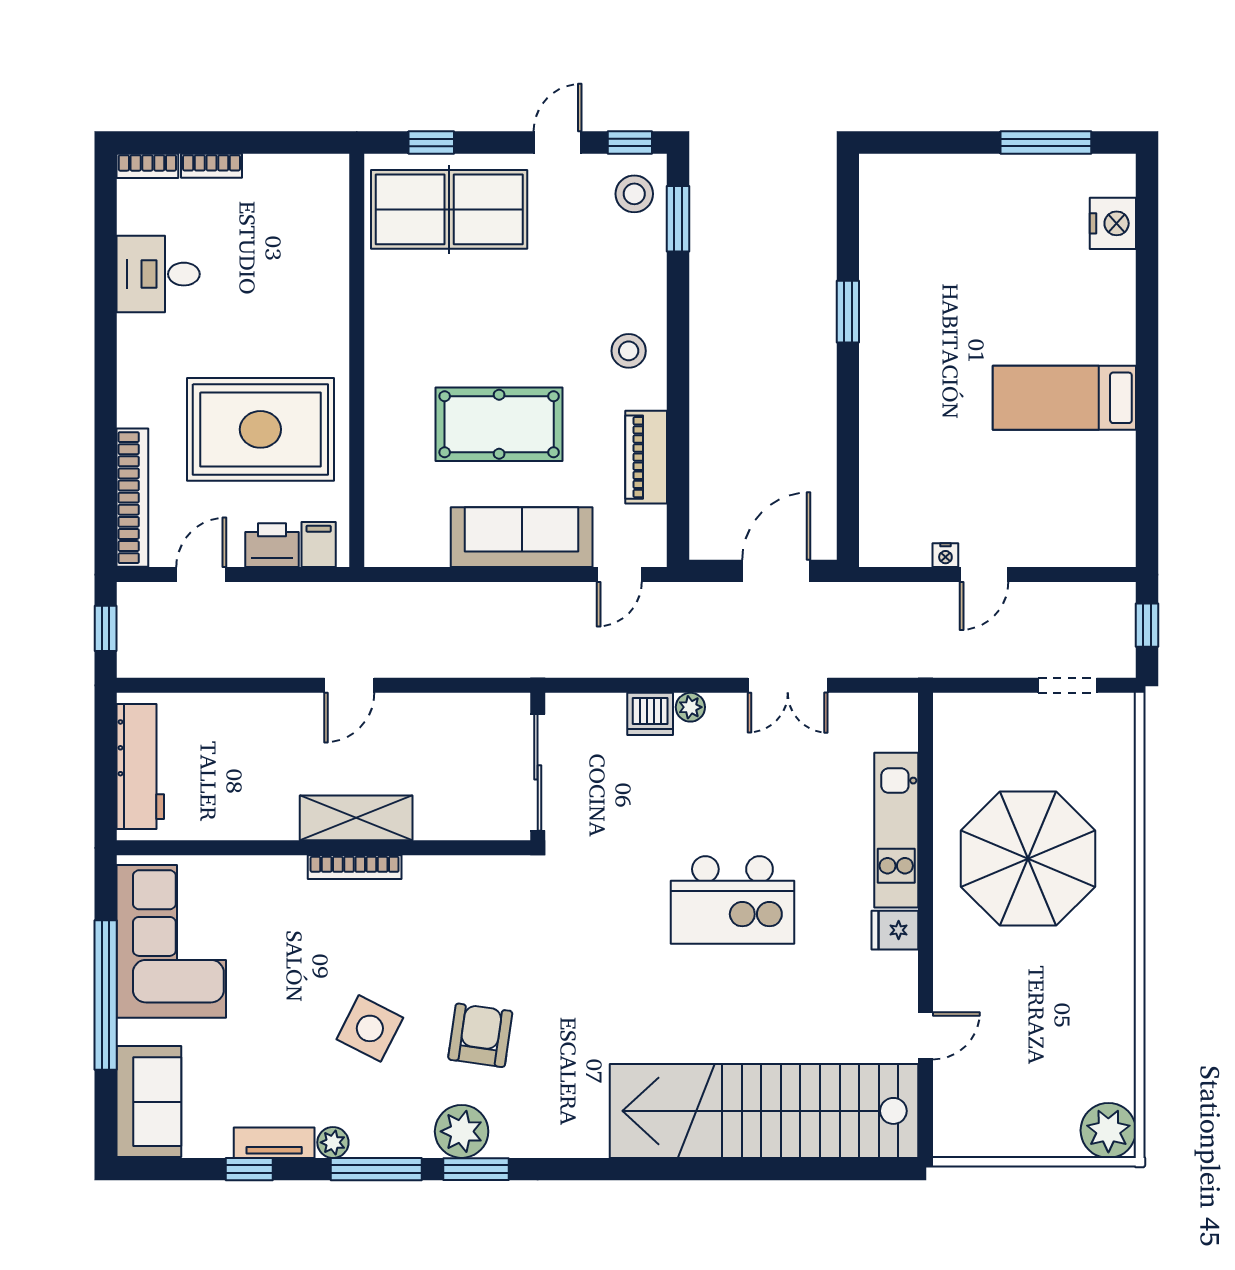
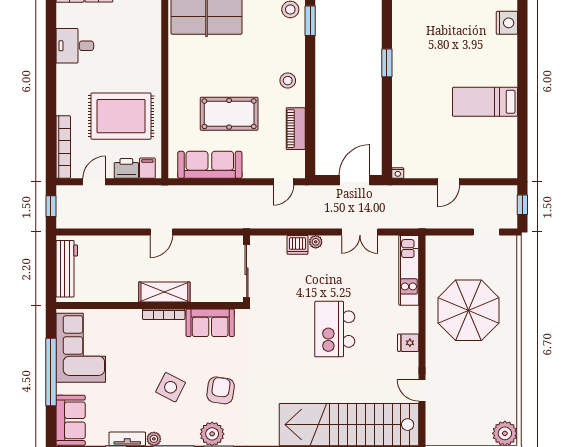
sofa: (522, 537) -> (210, 165), moved
nightstand: (945, 555) -> (398, 173), moved
kitchen unit: (896, 830) -> (409, 270), moved
sofa: (457, 886) -> (210, 323), added
kitchen island: (732, 900) -> (335, 329), turned 90
door: (925, 1036) -> (422, 391), swing flipped

